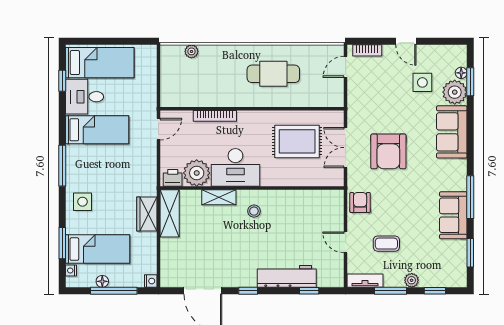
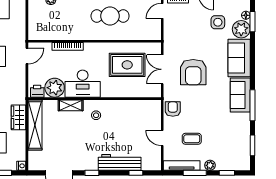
shelving: (170, 213) -> (35, 125), width x1.47
sofa: (453, 215) -> (240, 95), moved
tv unit: (365, 281) -> (182, 166), width x1.41

